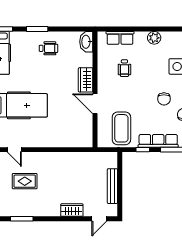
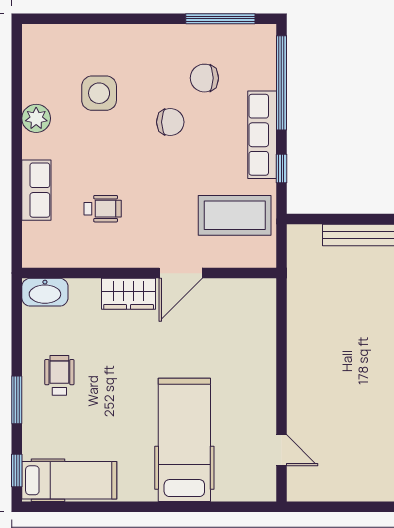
row of seats: (120, 38) -> (36, 190), moved
plant: (154, 38) -> (36, 118), moved
door: (14, 150) -> (281, 450), hinge flipped
rug: (25, 181) -> (350, 427), removed

